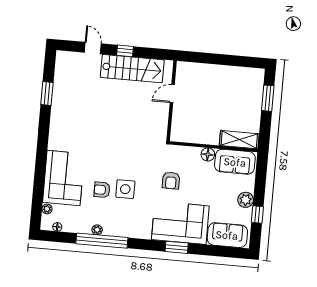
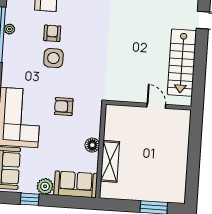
window: (125, 51) -> (201, 54), removed
shelving: (239, 140) -> (110, 161), moved
sofa: (235, 162) -> (76, 184), moved, turned 90

